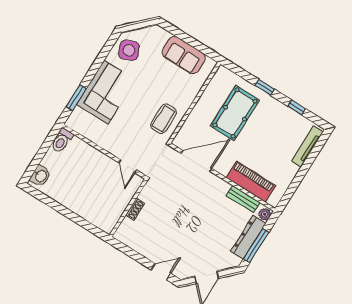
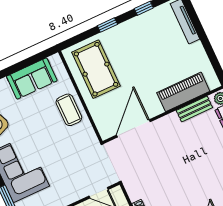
pool table: (235, 113) -> (96, 69), moved
coffee table: (164, 119) -> (69, 110), moved

